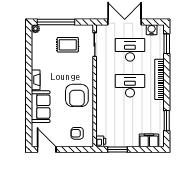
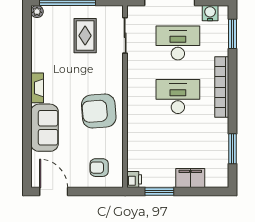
rug: (68, 45) -> (85, 36), turned 90
armchair: (77, 95) -> (99, 111), turned 86
filing cabinet: (149, 140) -> (190, 178), moved

